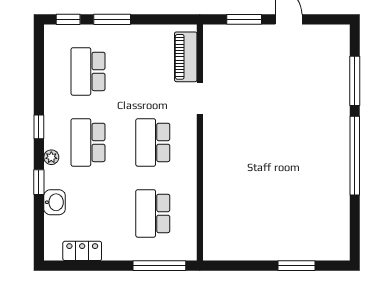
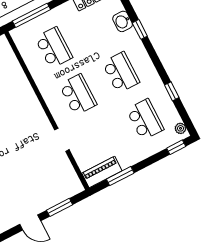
window: (112, 19) -> (120, 176), moved
piano: (186, 57) -> (102, 172), moved, turned -90
window: (39, 127) -> (172, 91), moved
plant: (51, 157) -> (180, 128), moved

